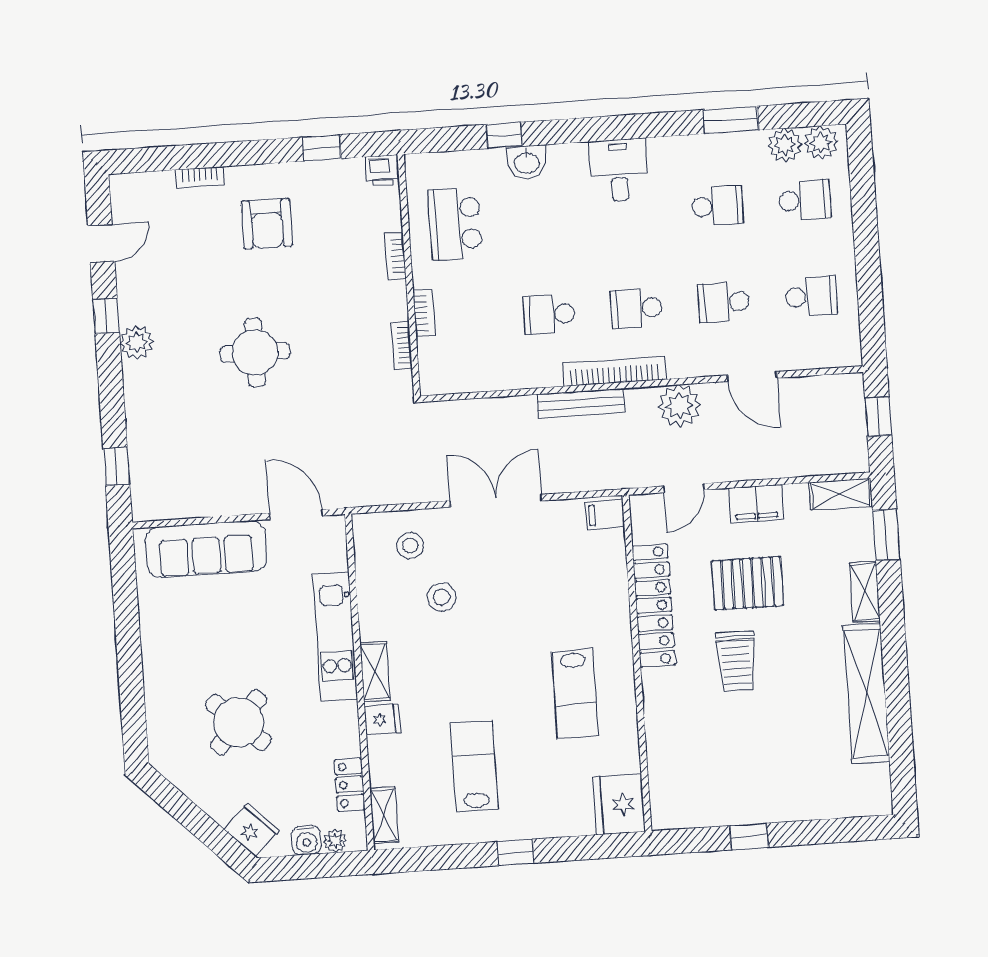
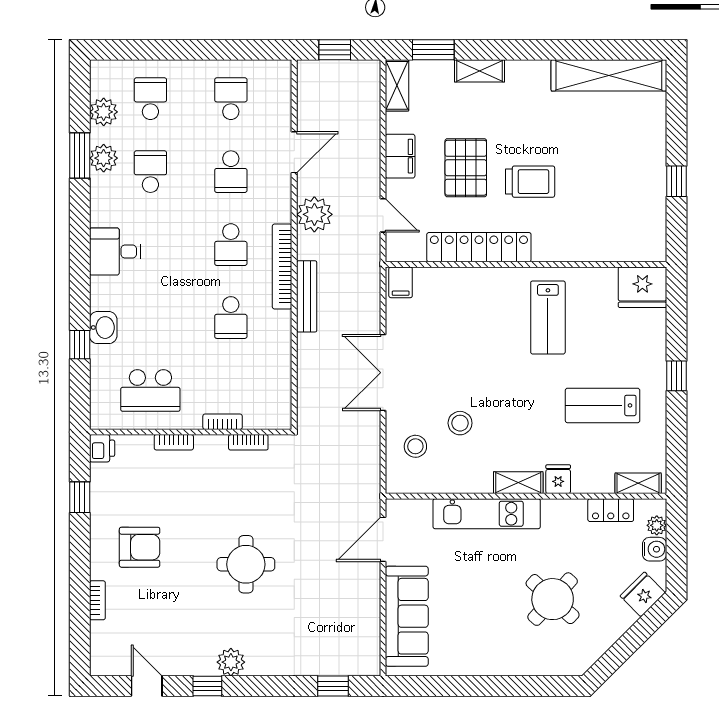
plant: (821, 142) -> (104, 158), moved
shelving: (866, 693) -> (609, 75), moved
lab bench: (575, 694) -> (548, 317), turned 90

